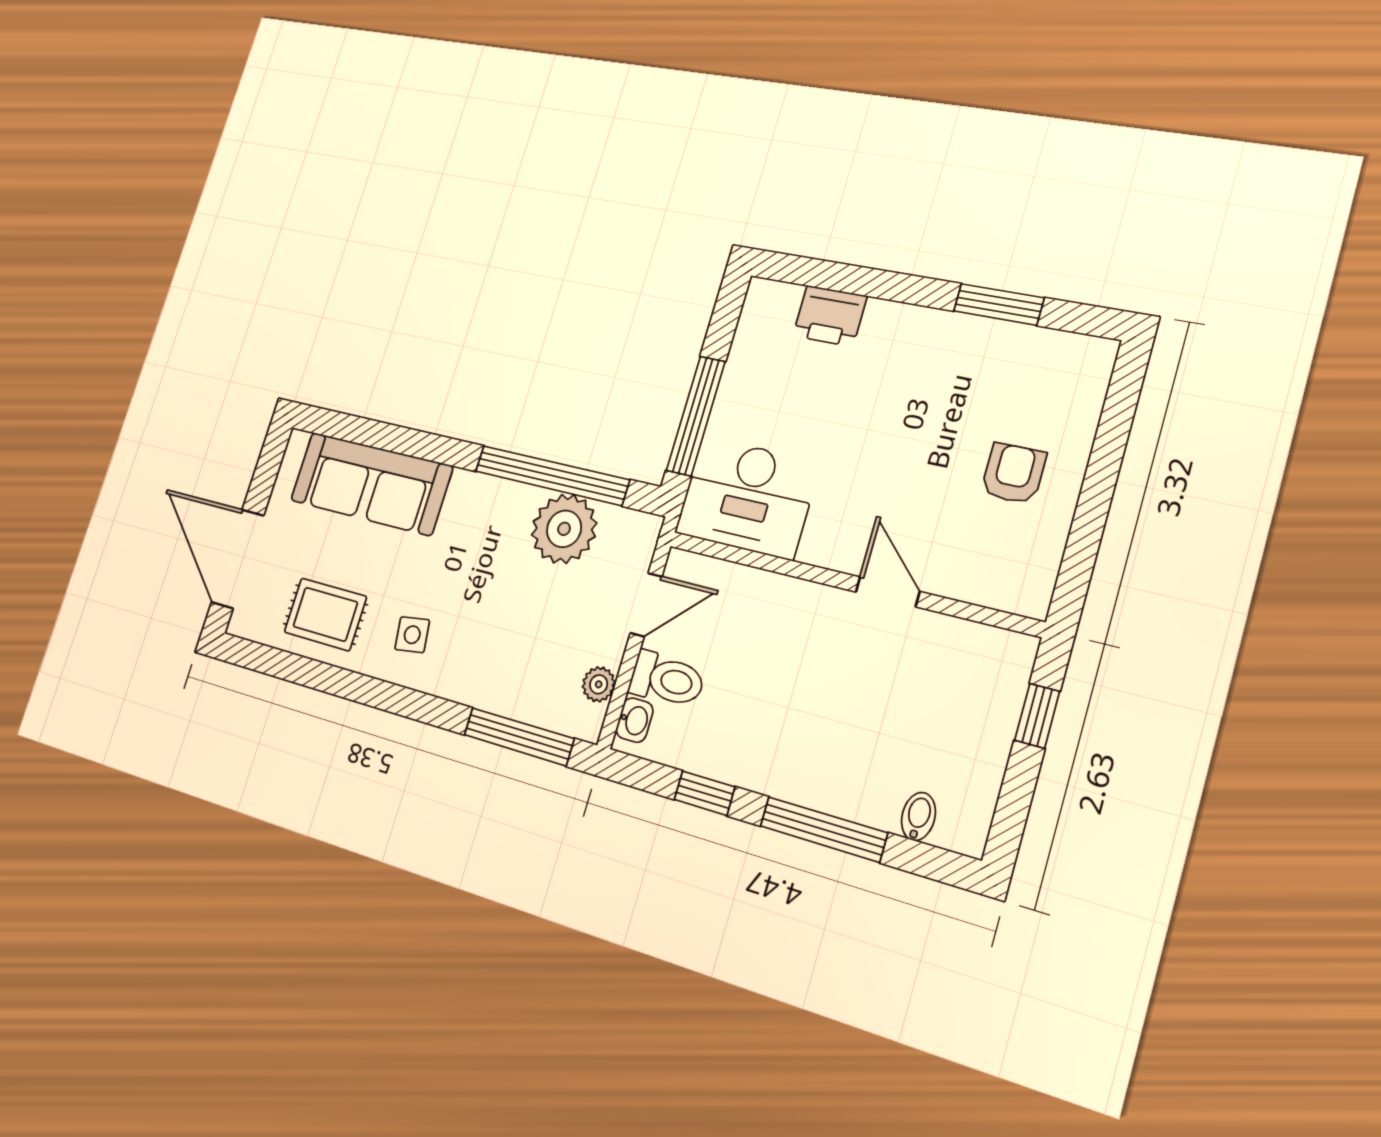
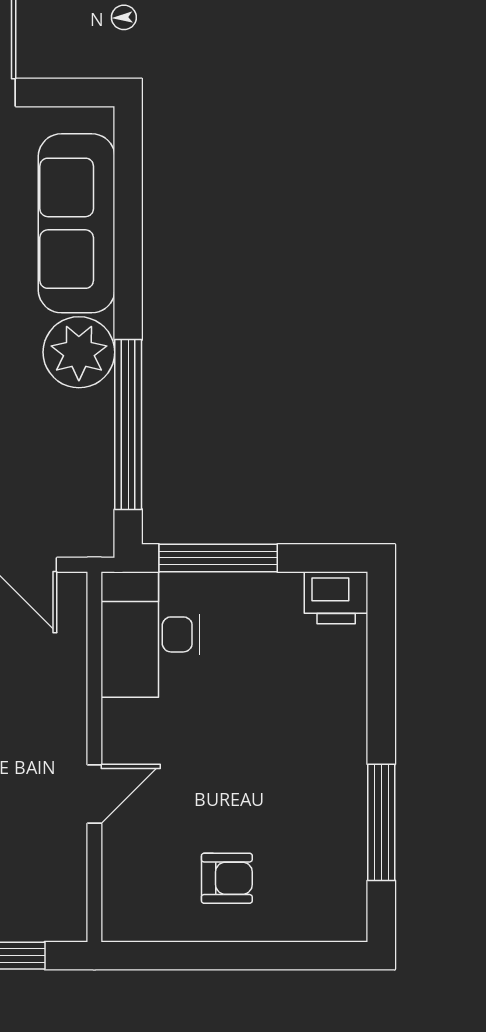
window: (999, 304) -> (381, 822), width x1.44
printer: (830, 316) -> (336, 598), moved, turned -90
plant: (564, 529) -> (79, 352), moved

